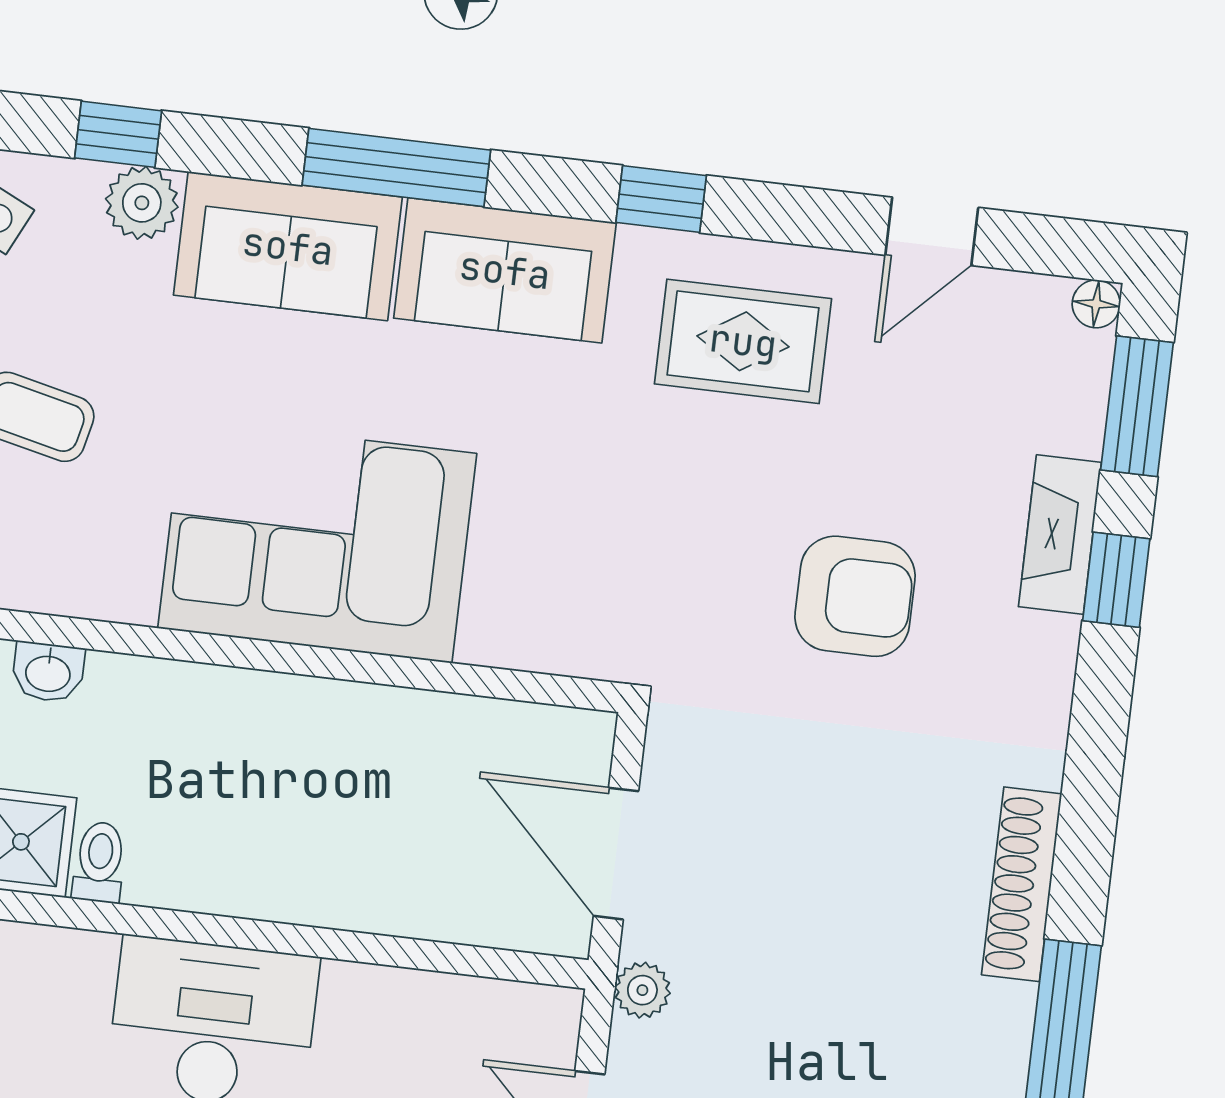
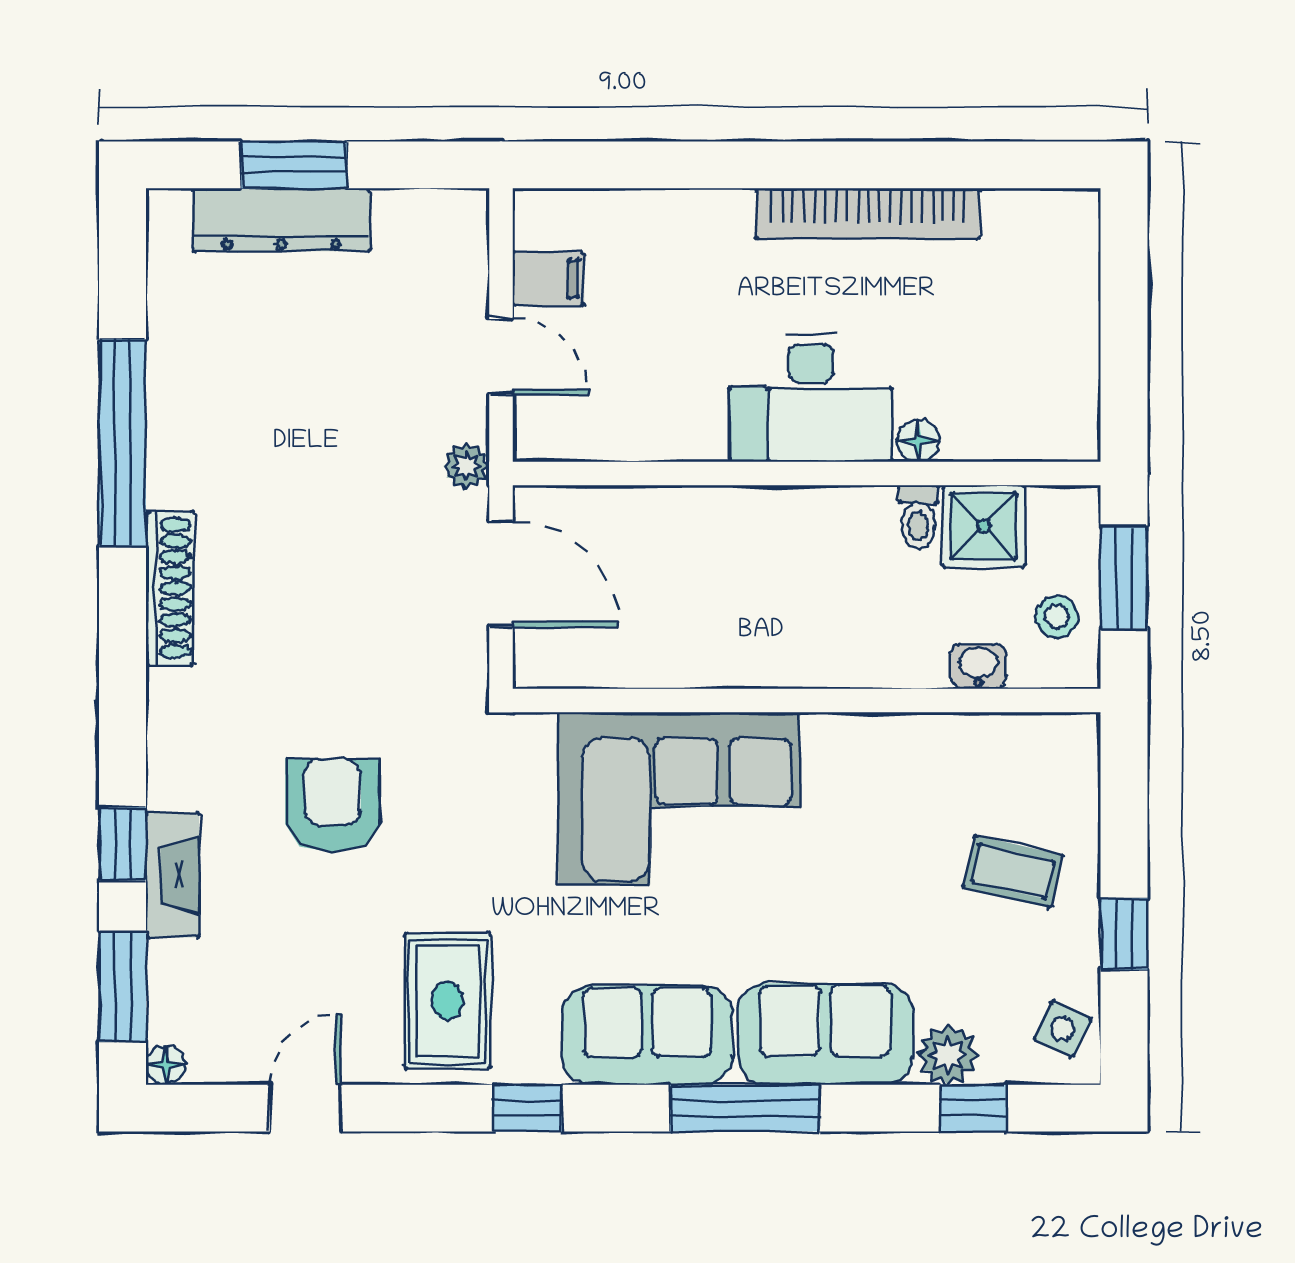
rug: (743, 341) -> (448, 1001), turned 90
corner sofa: (317, 541) -> (679, 798), moved
armchair: (855, 596) -> (332, 805), turned 90
floor lamp: (88, 956) -> (918, 441), added

